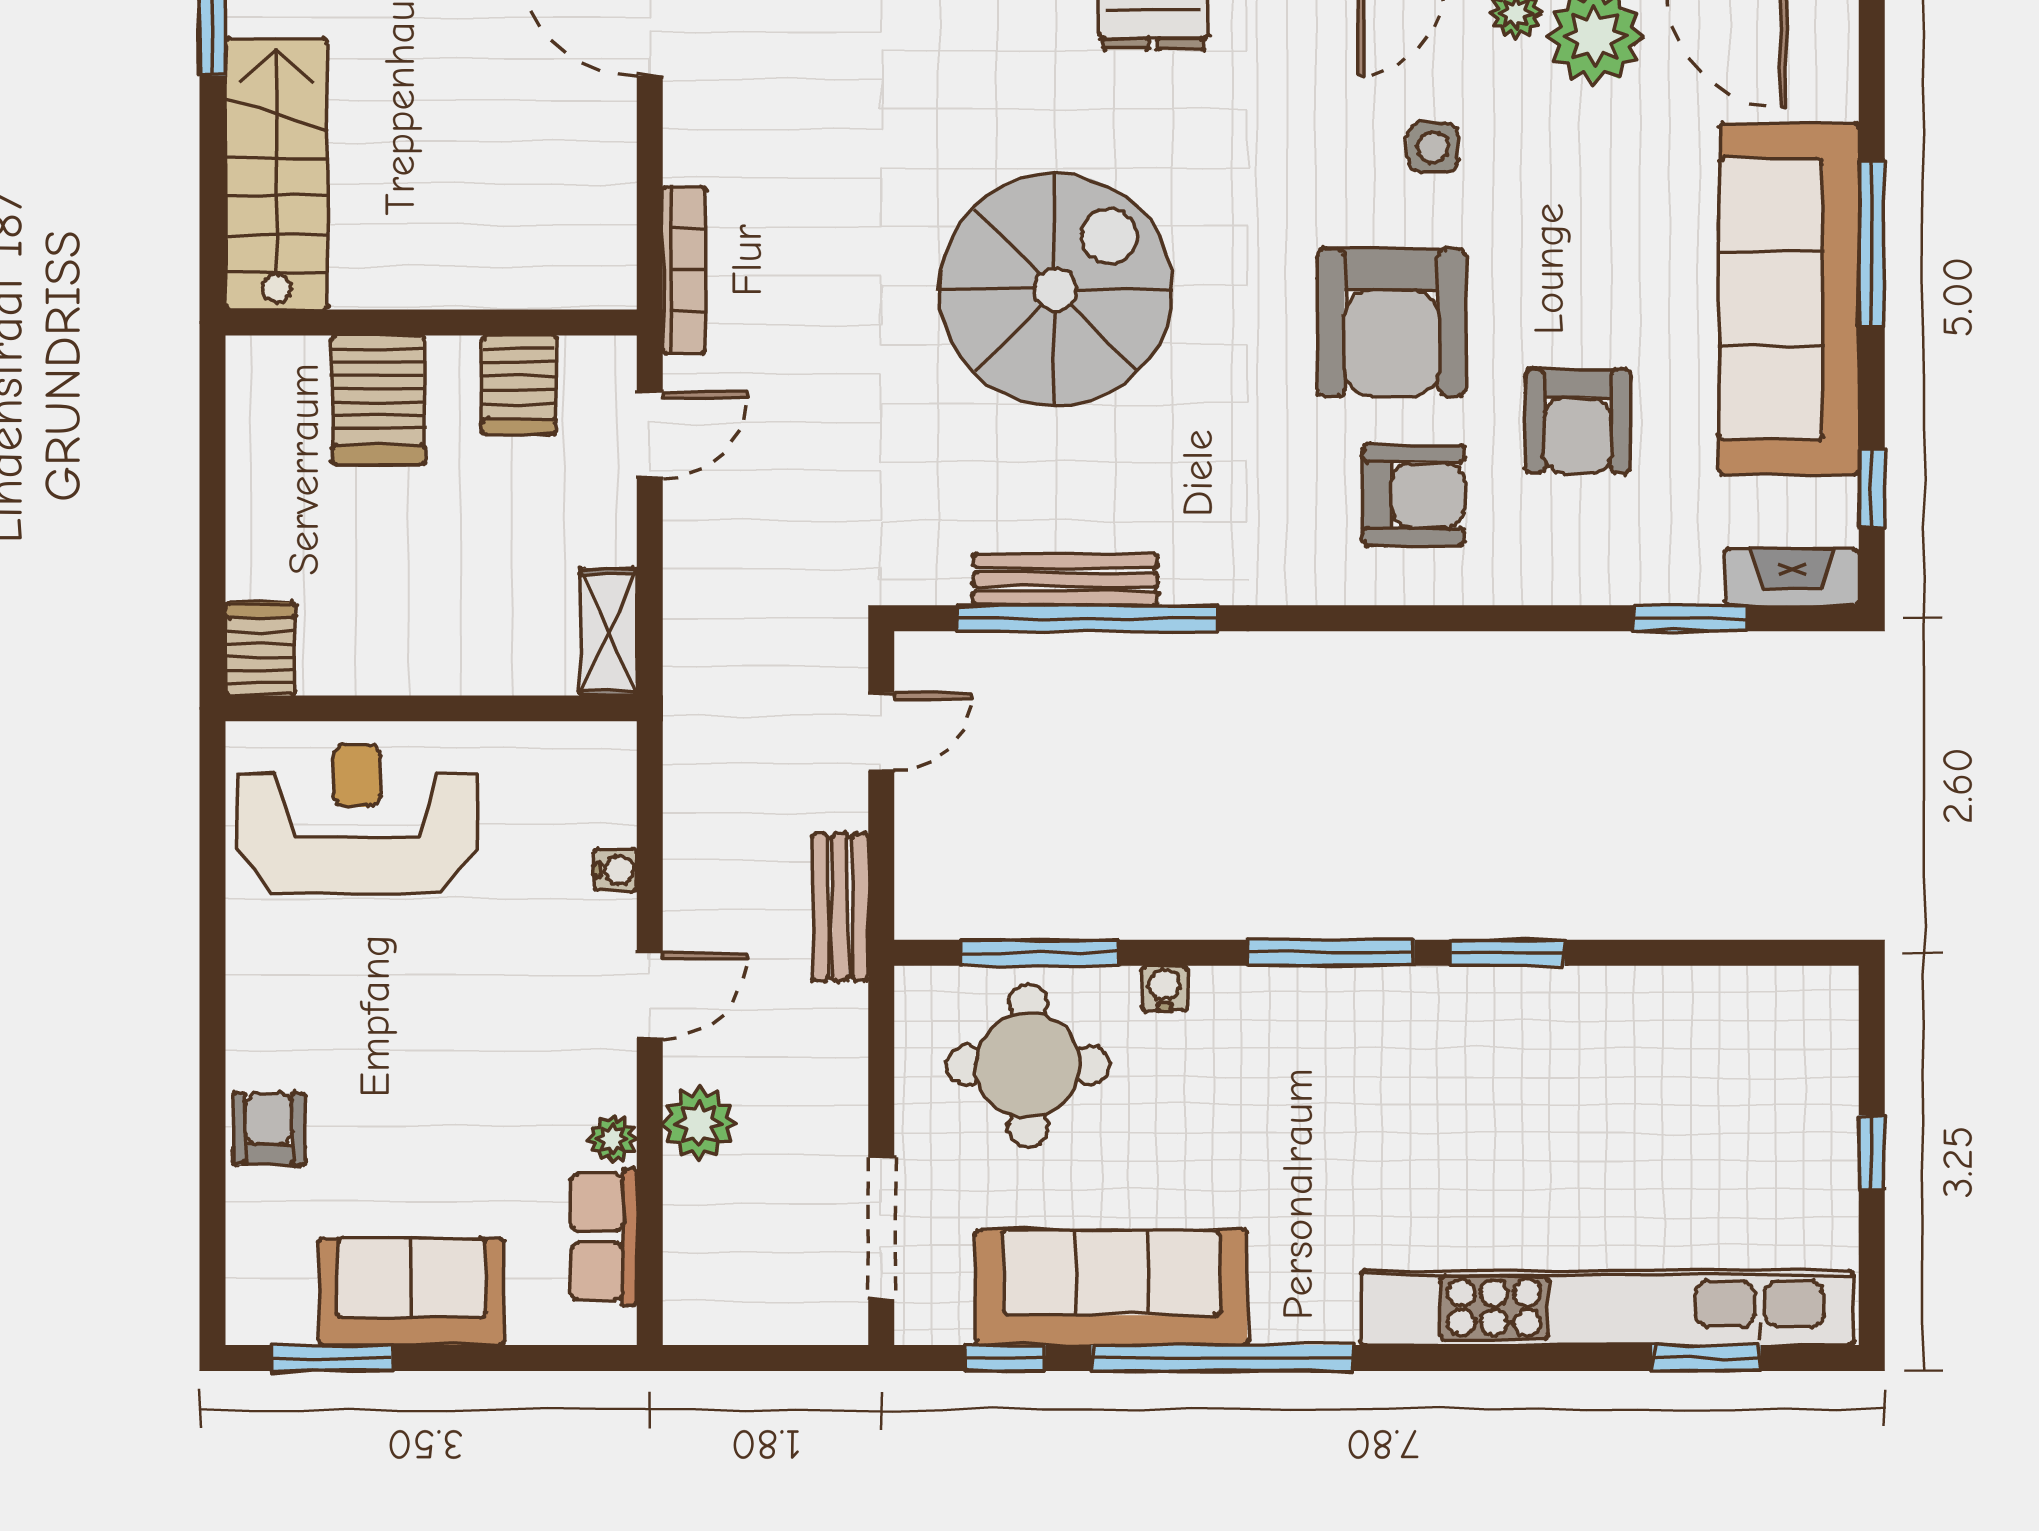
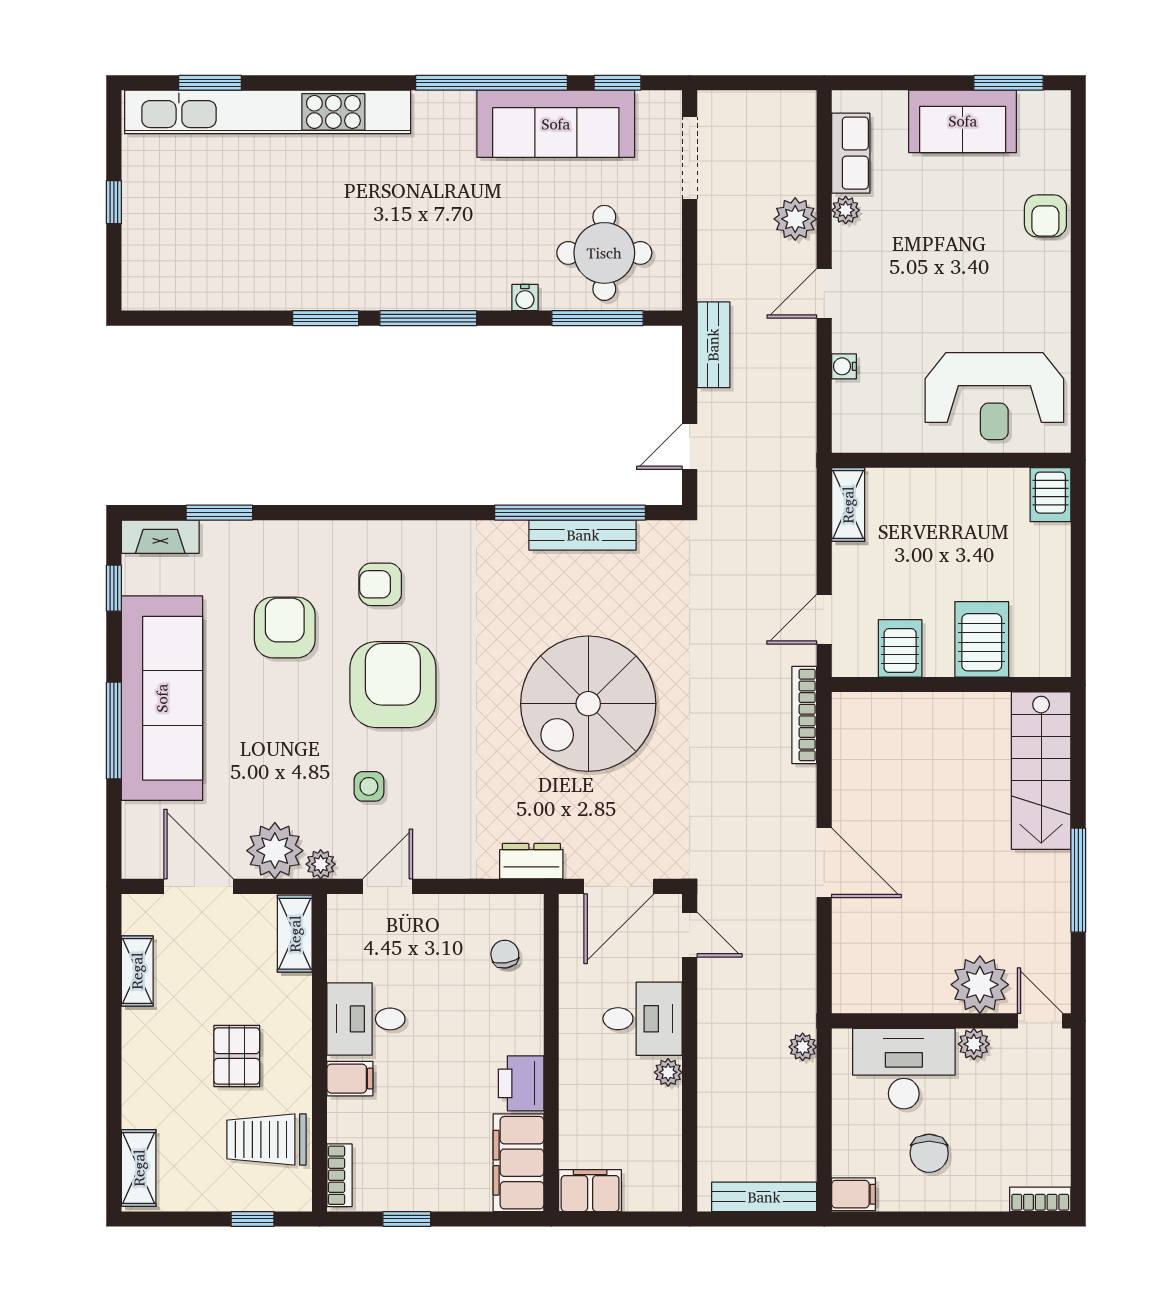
armchair: (1414, 495) -> (380, 584), width x0.72, depth x0.72

